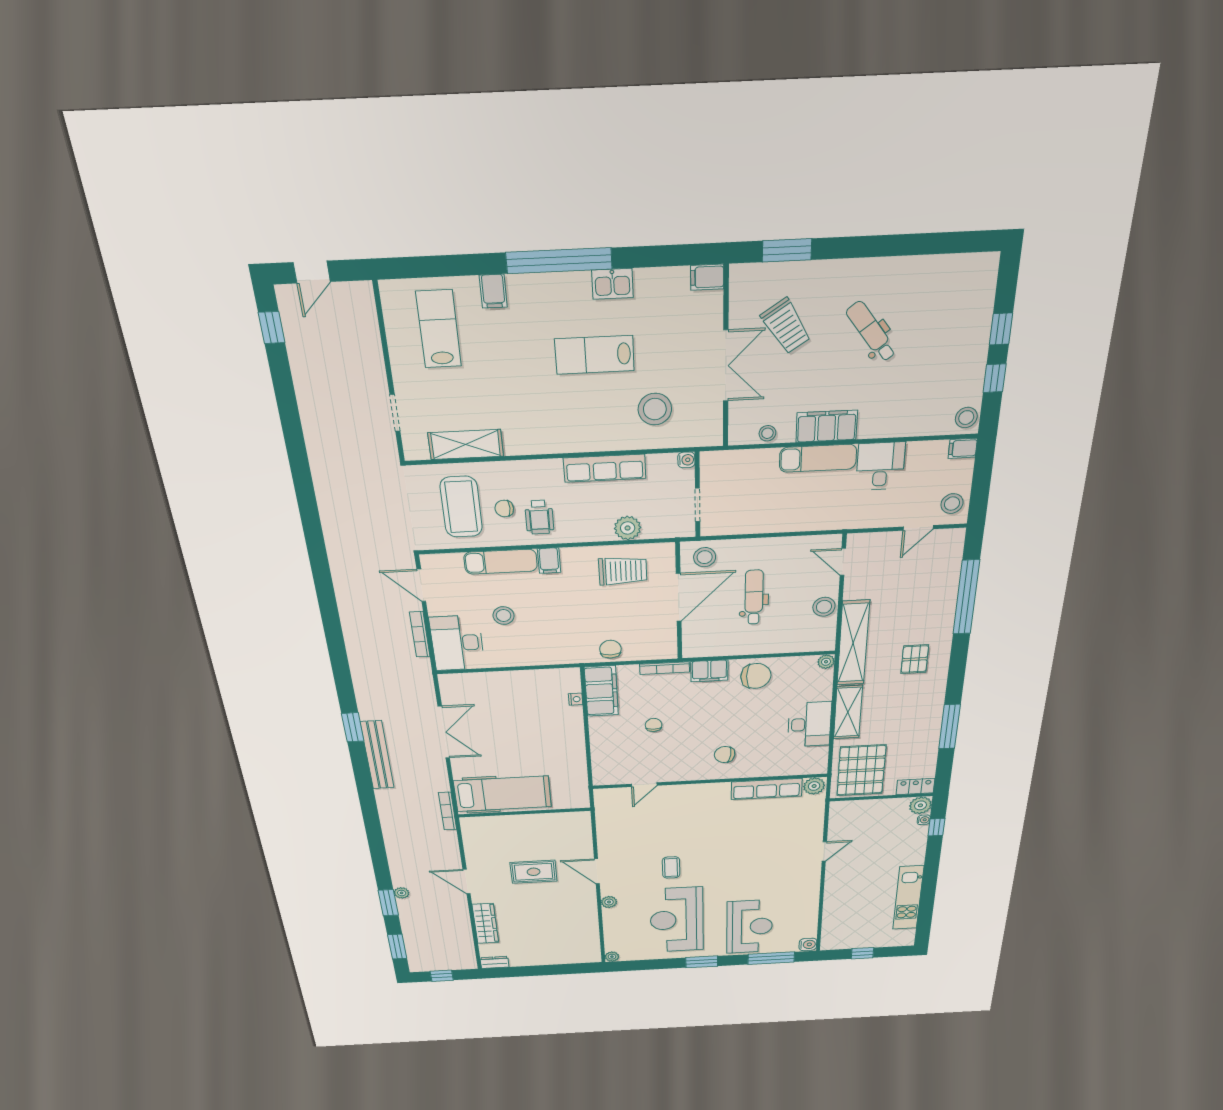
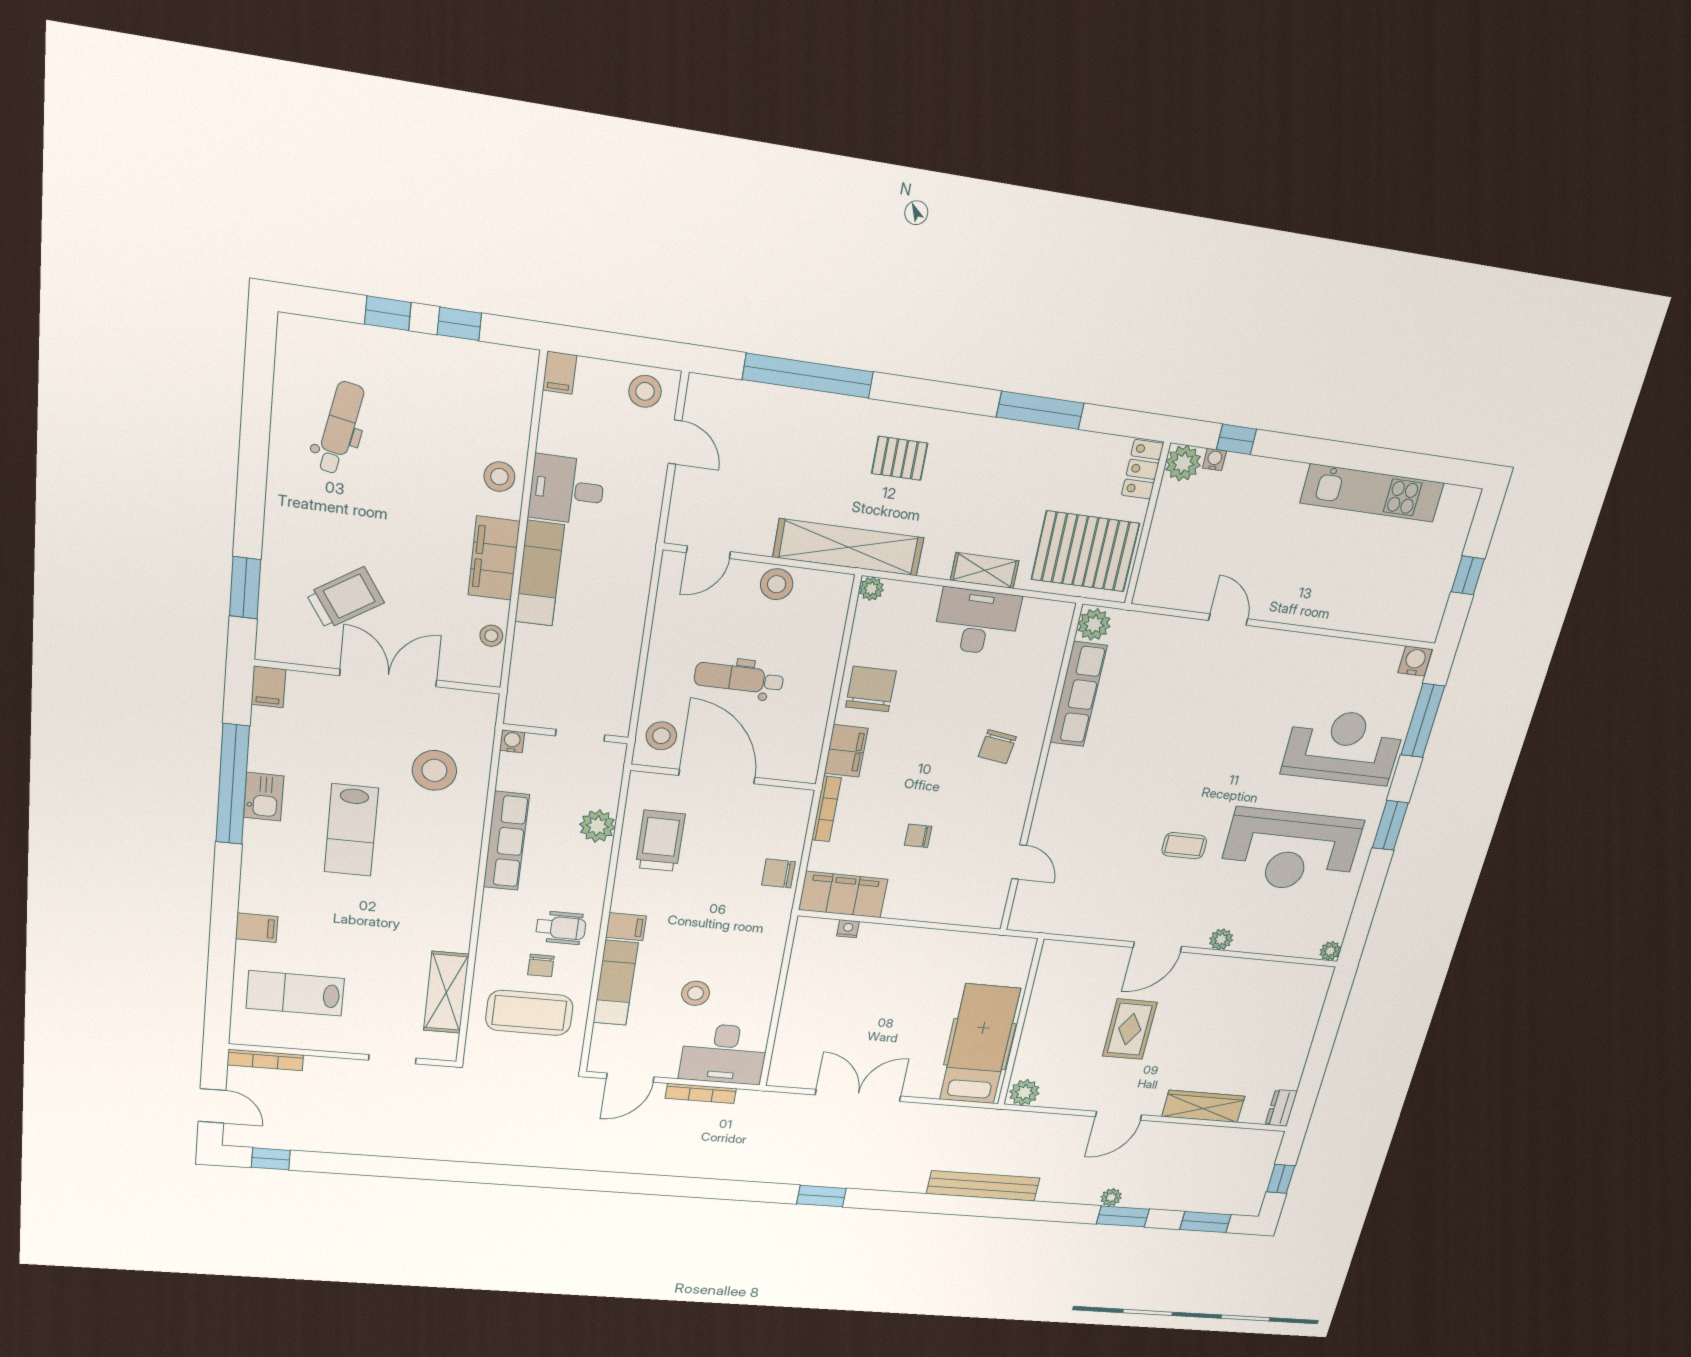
window: (559, 261) -> (233, 784), moved
dental chair: (871, 332) -> (340, 428), moved, turned 138
stool: (966, 418) -> (499, 477), moved
shelving: (848, 712) -> (985, 571), width x0.67, depth x0.75
bench: (377, 755) -> (983, 1186), moved
bookcase: (448, 811) -> (265, 1060), moved
plant: (471, 827) -> (1024, 1092), added

